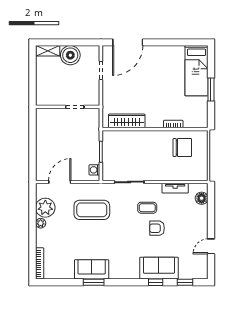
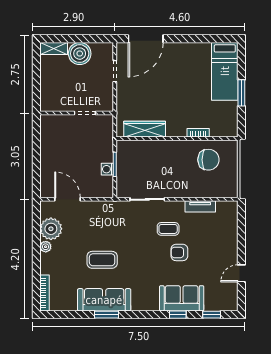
washing machine: (94, 170) -> (107, 169), moved
door: (60, 182) -> (68, 199), hinge flipped
floor lamp: (202, 198) -> (231, 218), removed
coffee table: (92, 210) -> (102, 260), moved, width x0.73, depth x0.76
sofa: (92, 269) -> (104, 300), width x1.36

